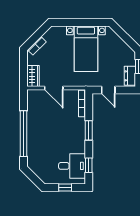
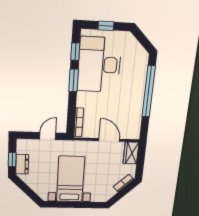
dresser: (130, 76) -> (22, 164), moved
door: (108, 90) -> (48, 136), hinge flipped
window: (89, 130) -> (74, 80), moved
desk: (72, 166) -> (99, 65), width x1.87, depth x1.30

